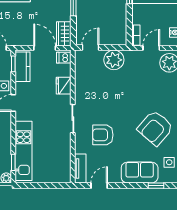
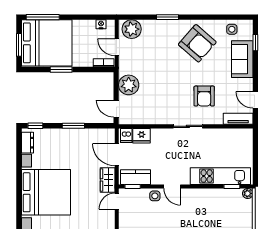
wardrobe: (64, 34) -> (108, 180), moved, turned 90
door: (45, 48) -> (117, 155), hinge flipped
fridge: (64, 86) -> (142, 136), moved

